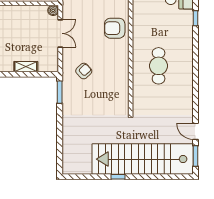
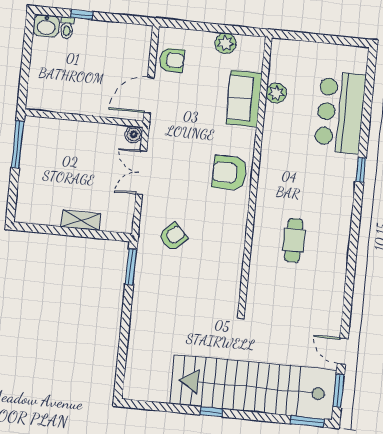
double door: (60, 33) -> (141, 173), swing flipped
cafe table: (159, 66) -> (294, 240), width x0.73, depth x0.74
window: (178, 177) -> (307, 421), added

